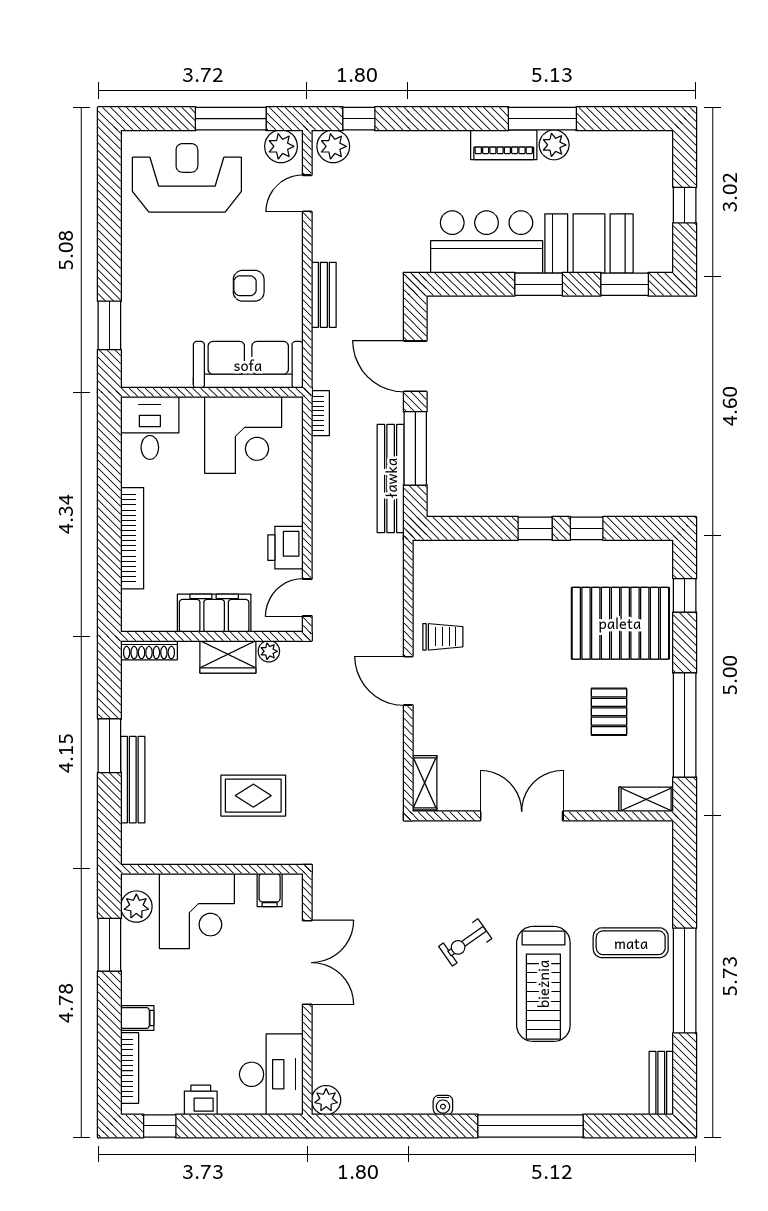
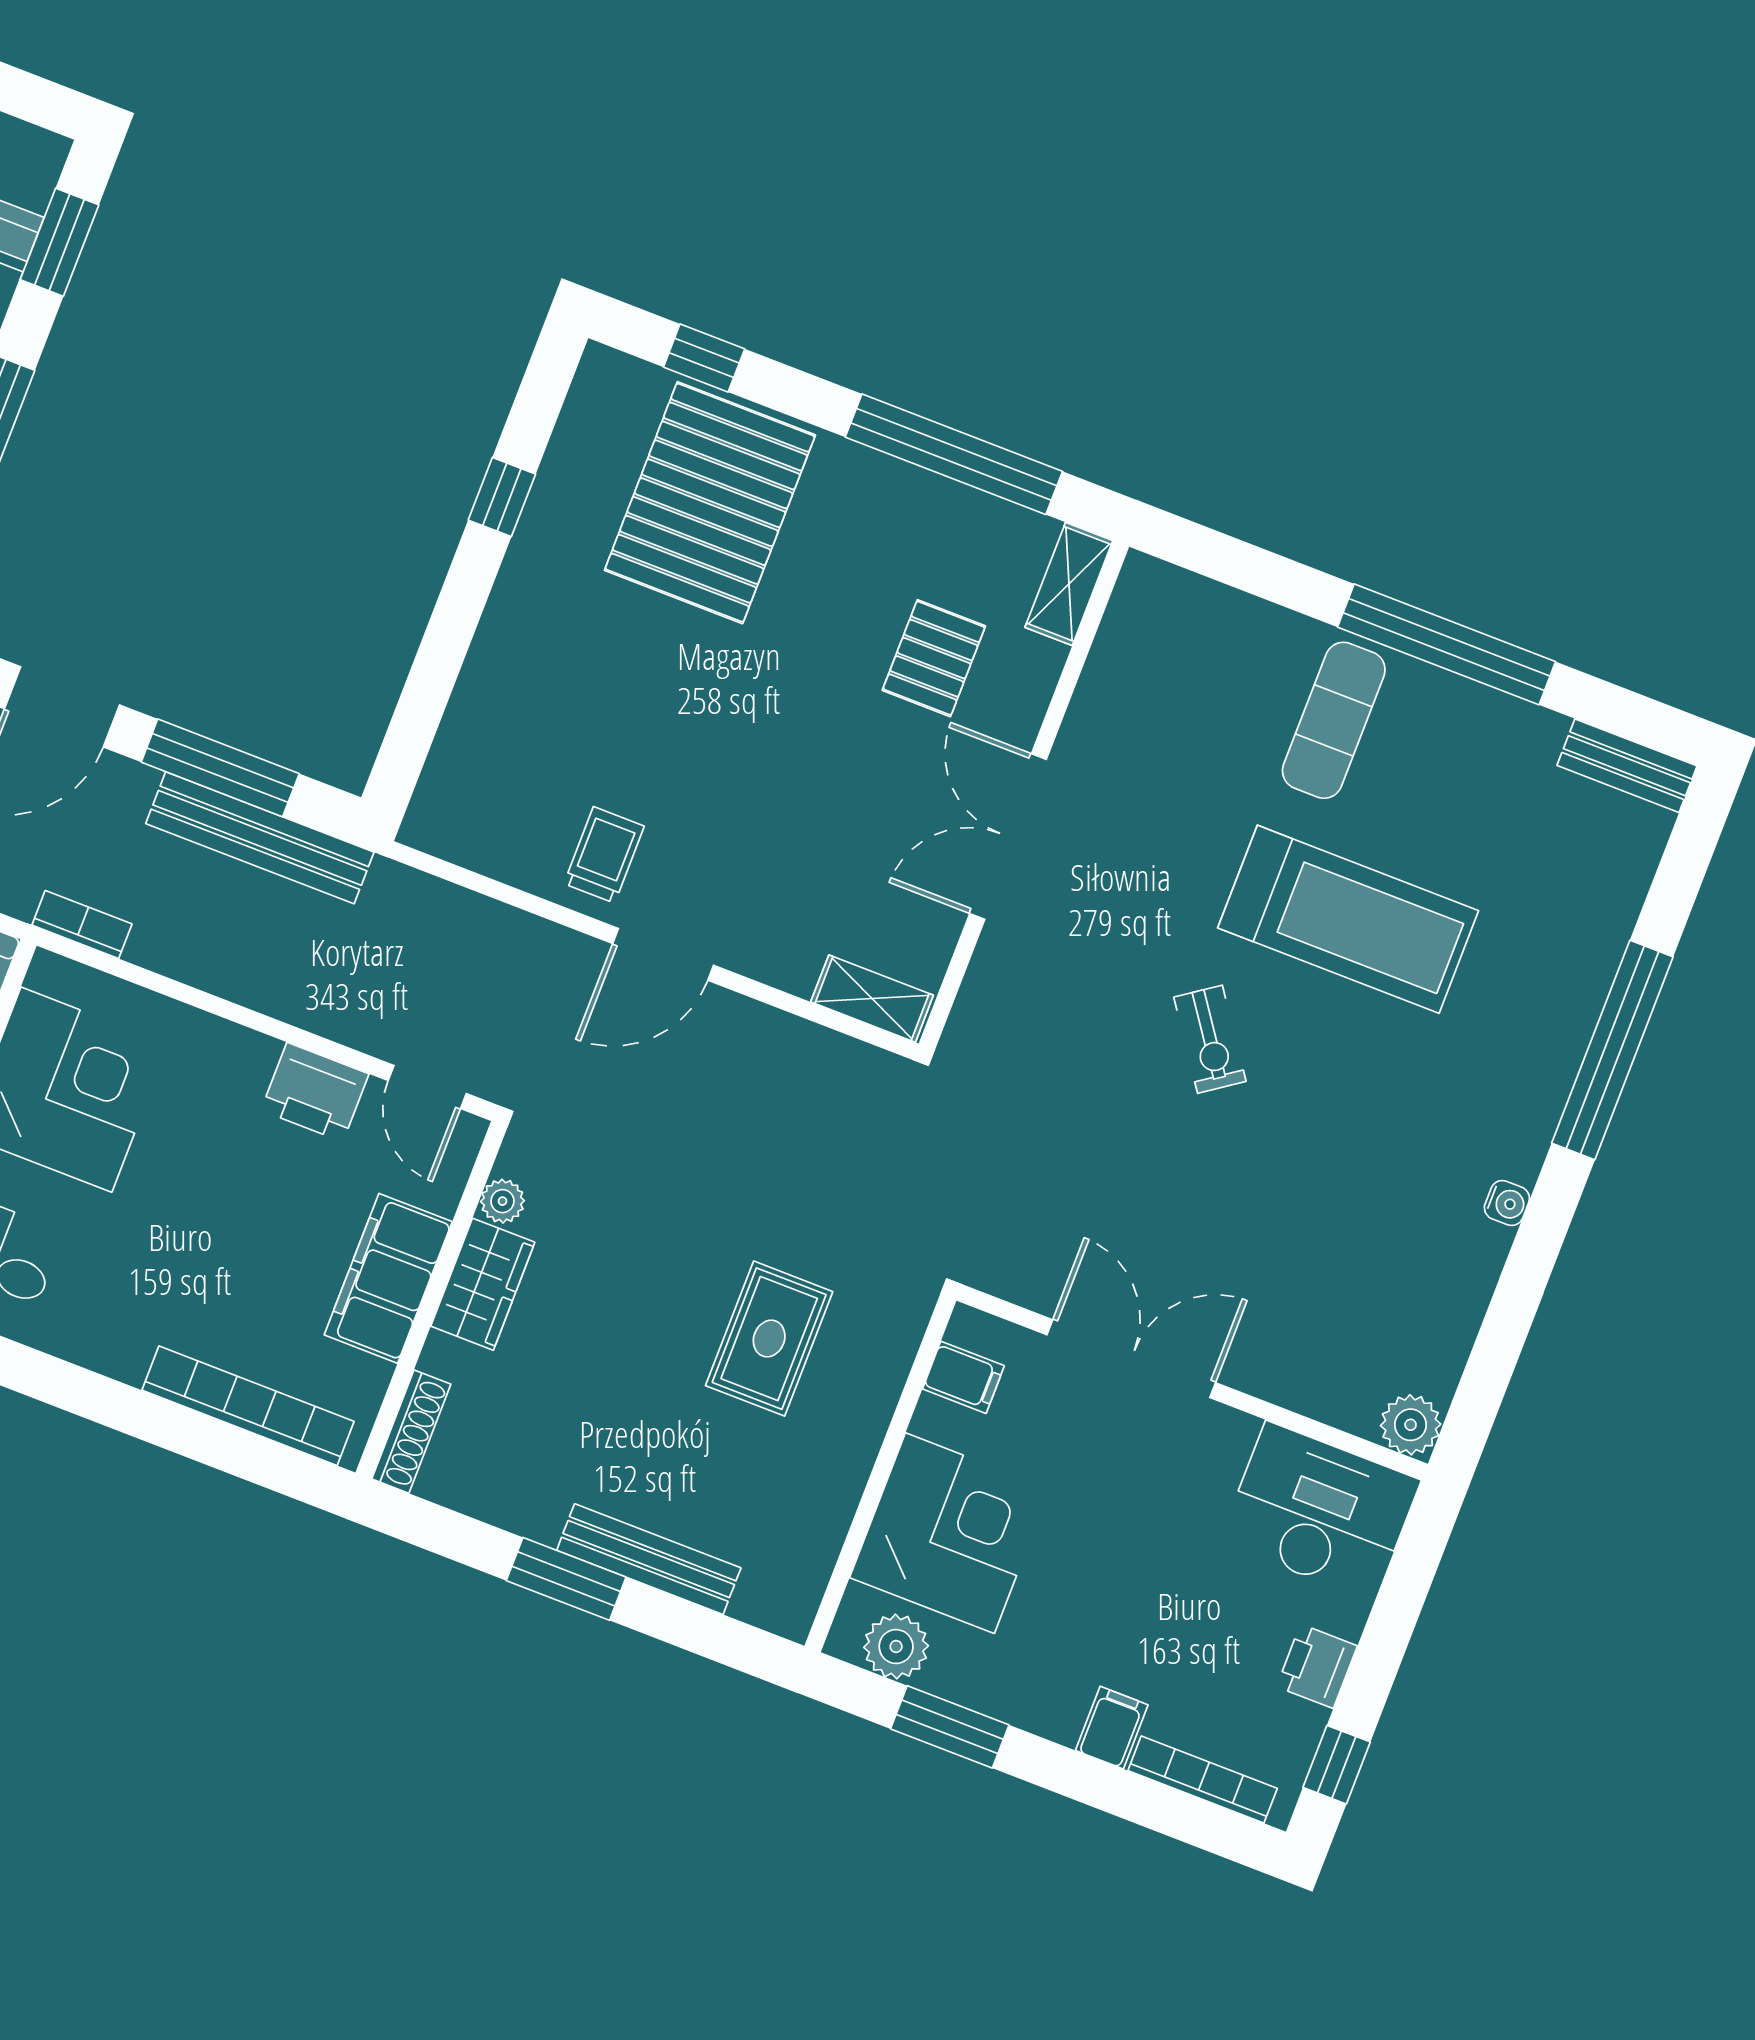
window: (535, 528) -> (464, 596), removed
bookcase: (132, 538) -> (248, 1406), moved
pallet: (609, 712) -> (934, 658), moved, turned 90

